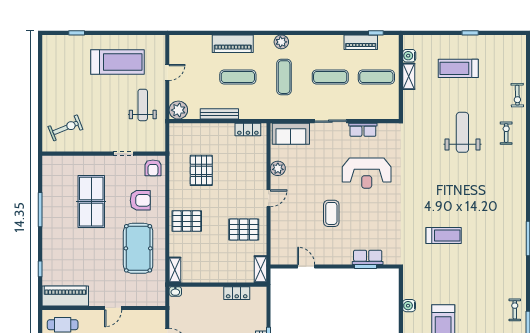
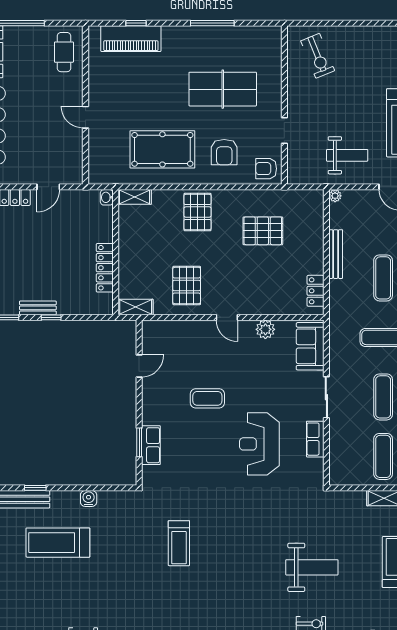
plant: (178, 110) -> (335, 196), width x0.53, depth x0.53
locker: (237, 293) -> (105, 268), width x1.53
piano: (65, 296) -> (131, 39), moved, turned 90

